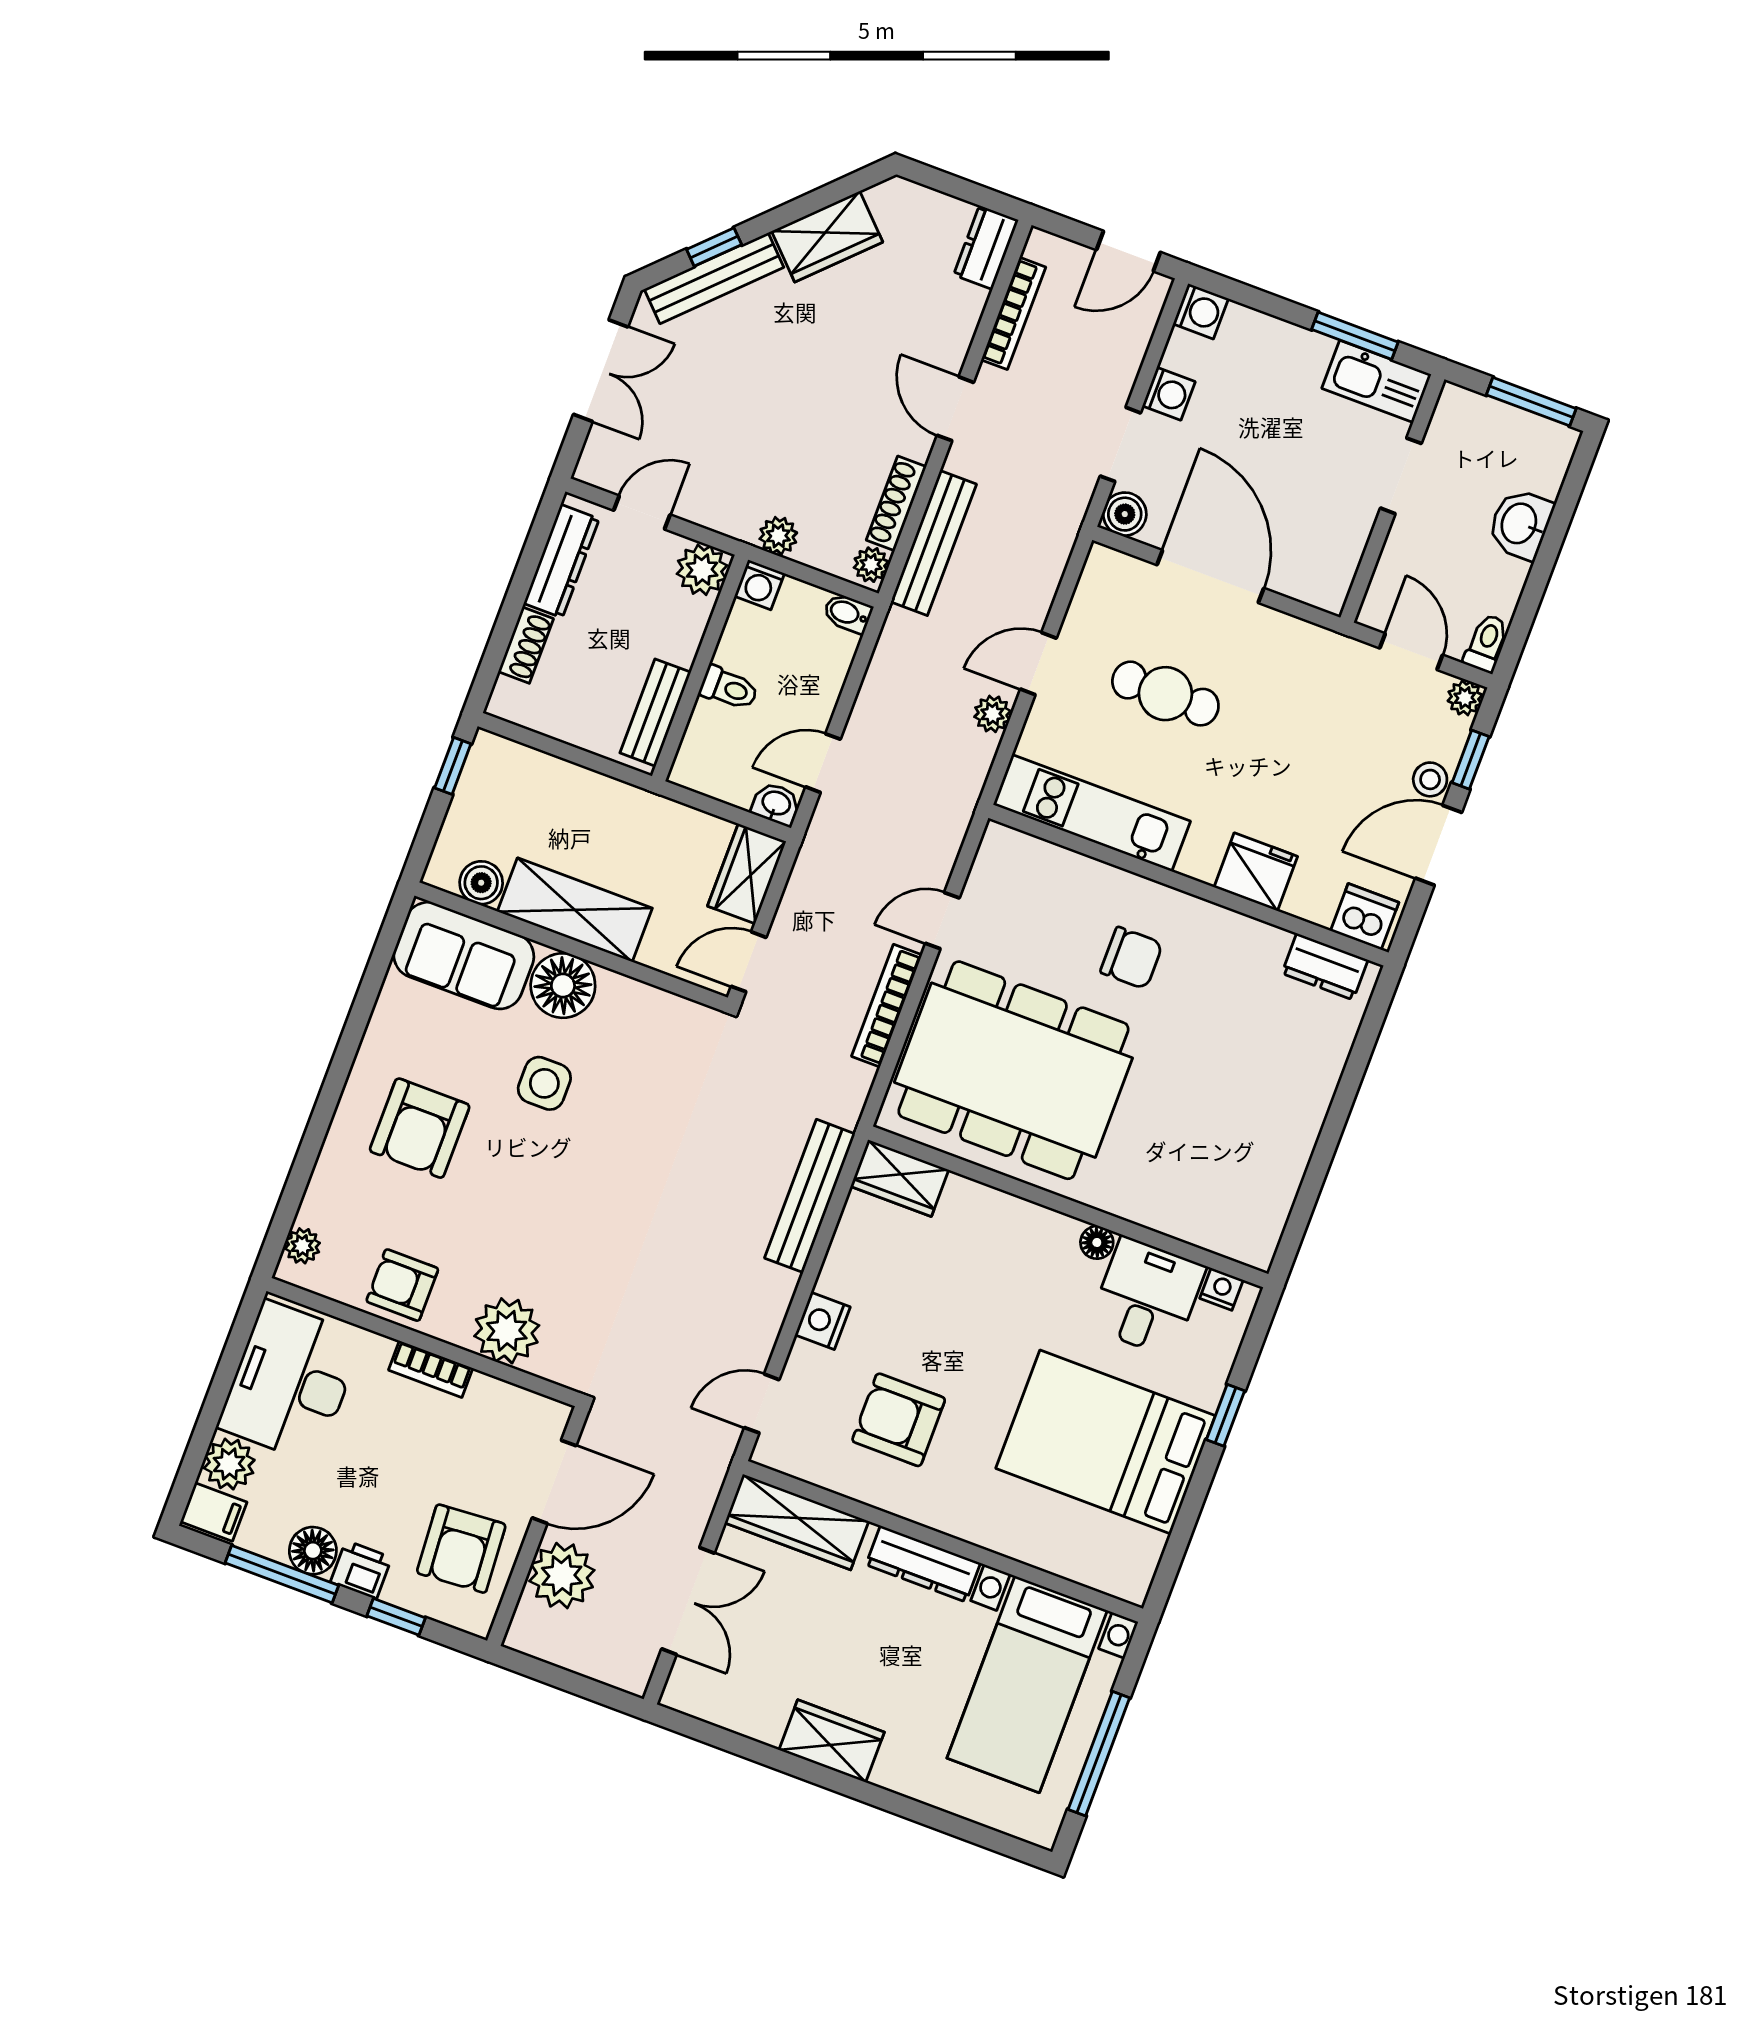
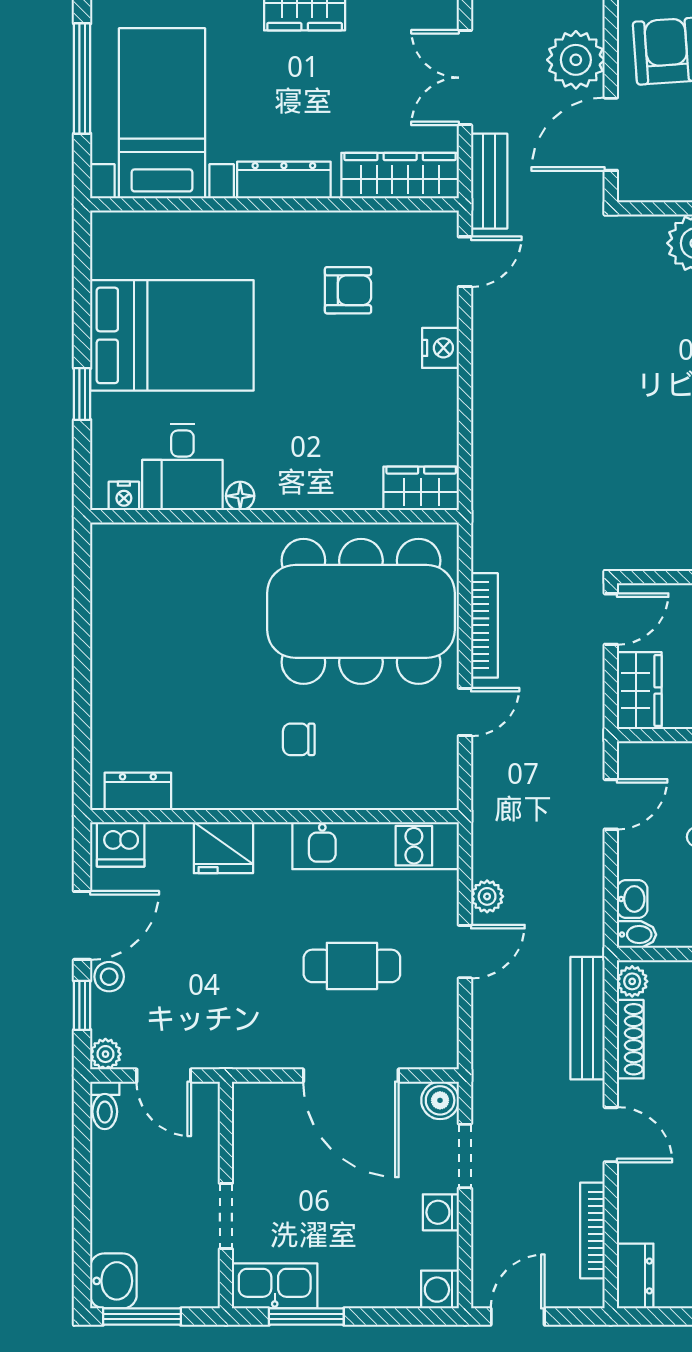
washbasin: (1520, 524) -> (113, 1281), moved
washbasin: (776, 804) -> (632, 899), moved, turned -90
chair: (1132, 958) -> (299, 739), width x0.73, depth x0.73
bench: (810, 1196) -> (489, 181), moved, width x0.73
armchair: (899, 1420) -> (348, 290), width x0.72, depth x0.72

